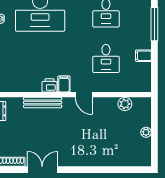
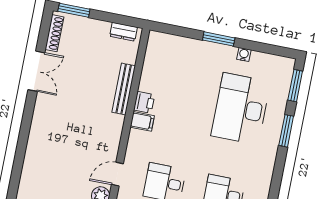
door: (84, 95) -> (117, 174), moved

